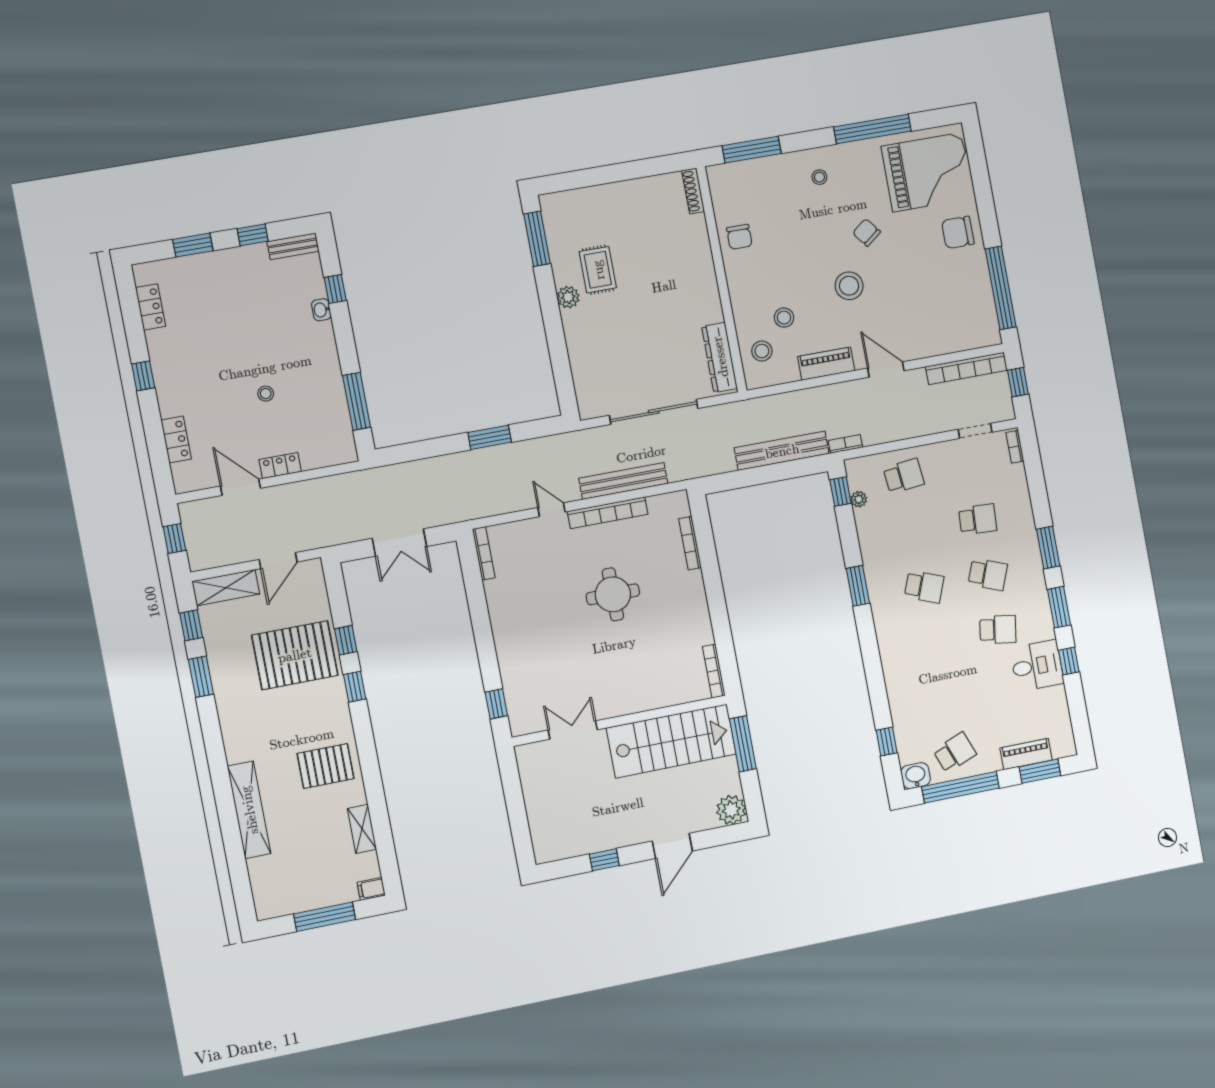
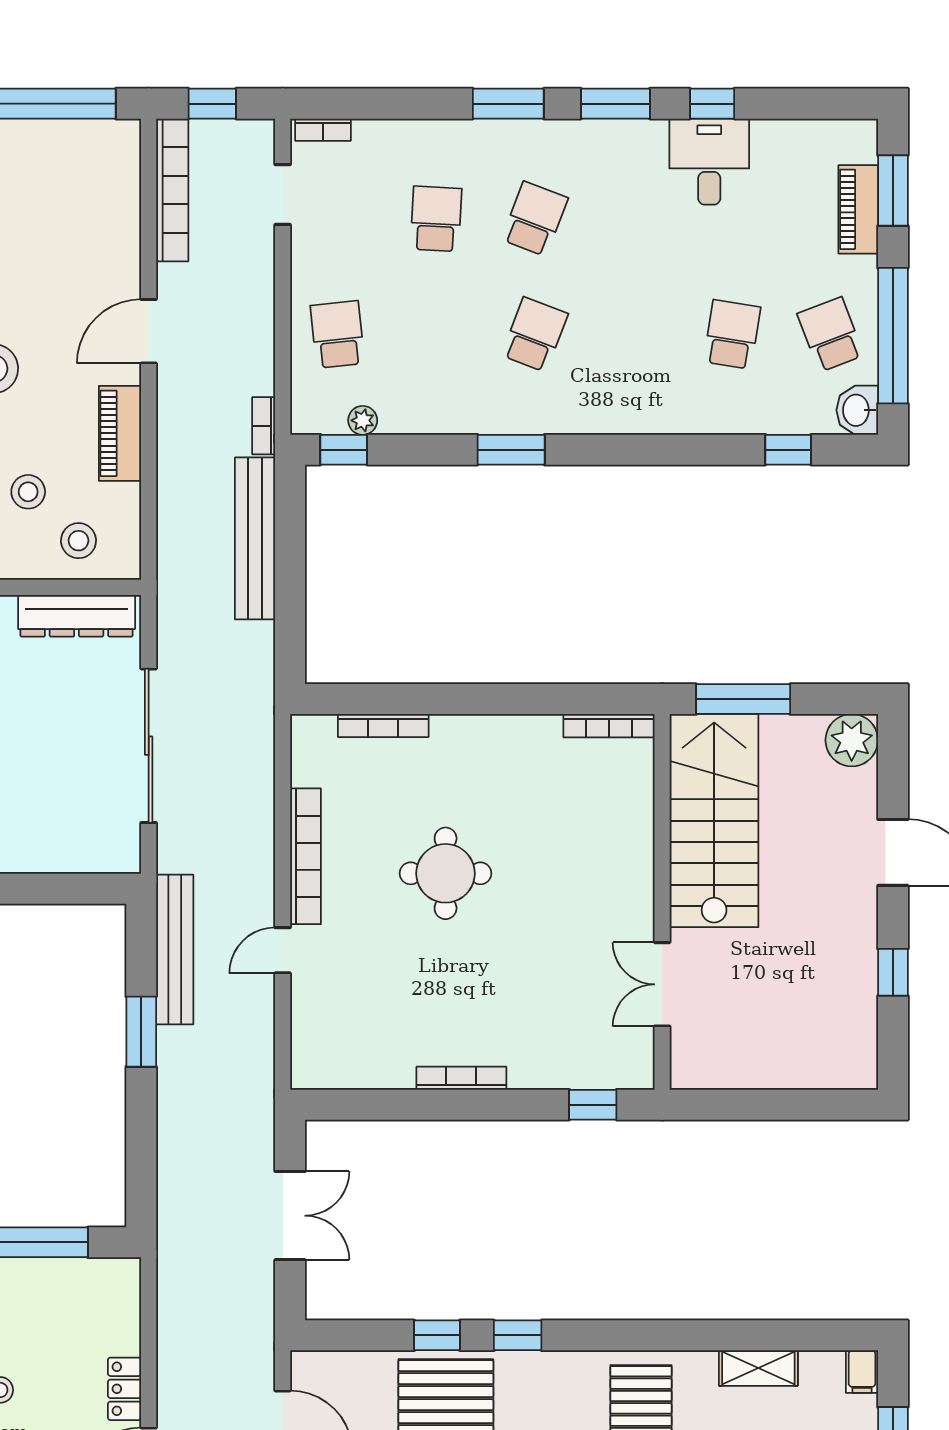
bench: (623, 481) -> (175, 949), moved
bookcase: (484, 553) -> (461, 1078), moved
school desk: (998, 630) -> (732, 334), moved

